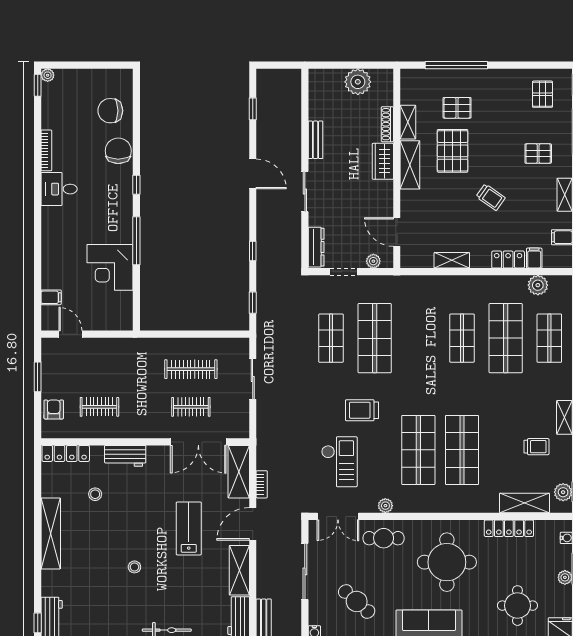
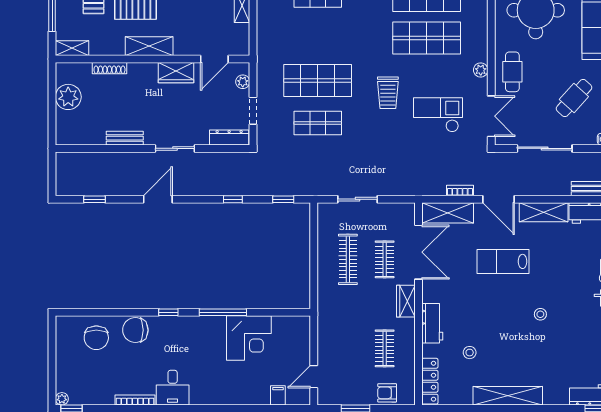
shelving: (408, 122) -> (72, 48), moved
wardrobe: (383, 161) -> (176, 73), moved
wardrobe: (148, 429) -> (406, 301), added

